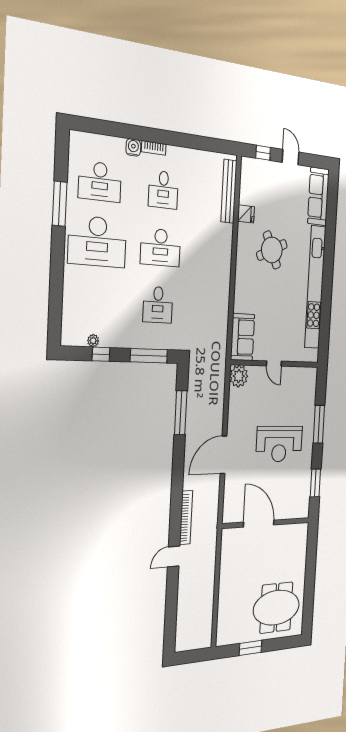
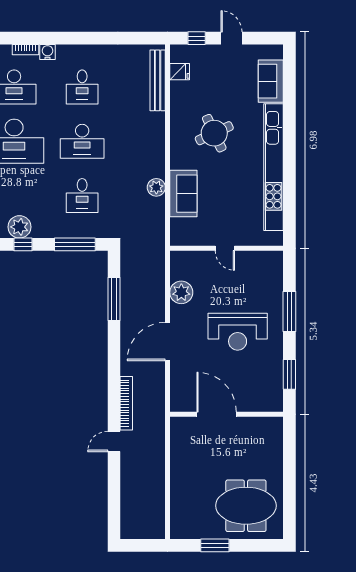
bookcase: (154, 148) -> (25, 50), moved
sofa: (318, 196) -> (271, 81), width x0.73
fridge: (246, 214) -> (180, 72), moved
plant: (222, 300) -> (156, 187), added
sofa: (242, 337) -> (183, 194), moved
plant: (93, 341) -> (19, 227), width x1.88, depth x1.88
plant: (239, 376) -> (181, 292), moved

